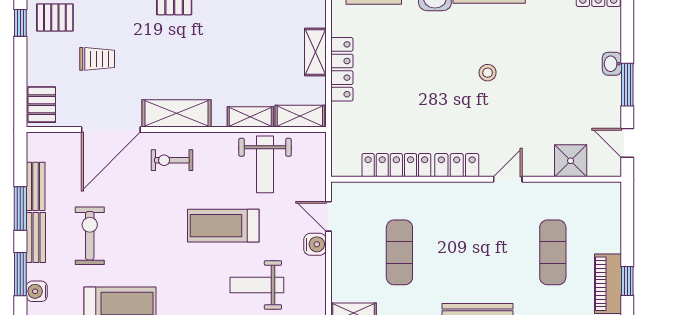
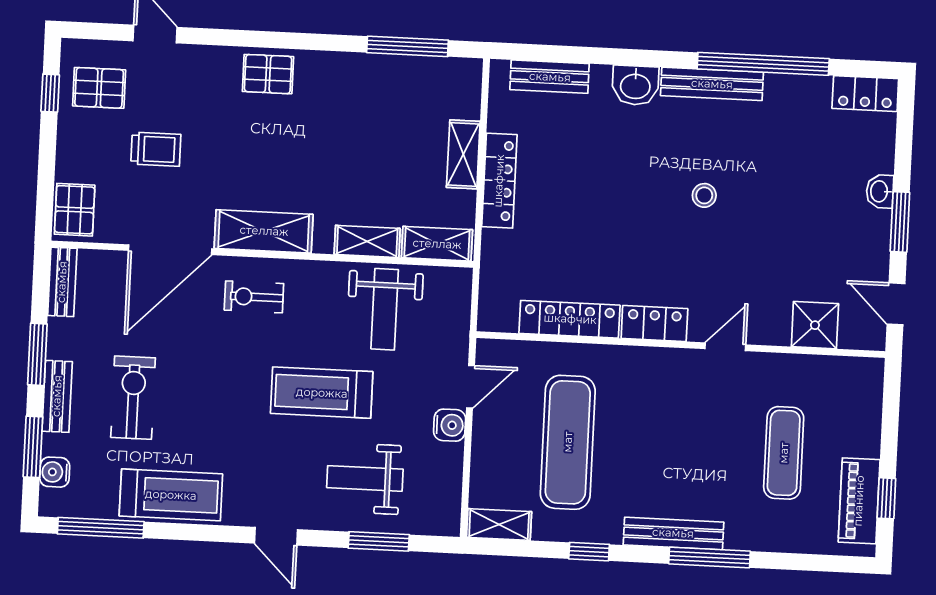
bench: (36, 186) -> (62, 282), moved
door: (329, 216) -> (471, 387), swing flipped
exercise mat: (399, 252) -> (568, 442), width x1.36, depth x1.45

